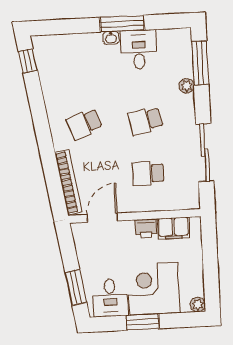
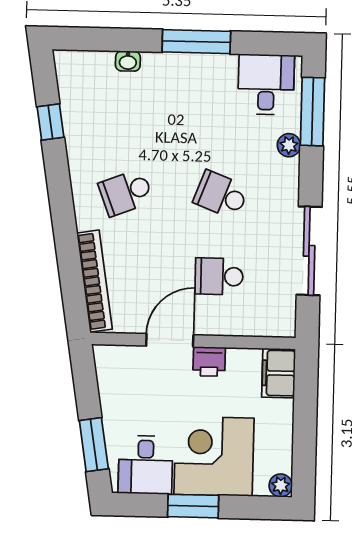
washbasin: (111, 38) -> (128, 61), moved
desk: (139, 49) -> (266, 84), moved
window: (28, 61) -> (50, 122), moved
school desk: (145, 121) -> (221, 195), turned 33
door: (102, 218) -> (170, 340), moved
filing cabinet: (173, 228) -> (279, 373), moved, turned 90

